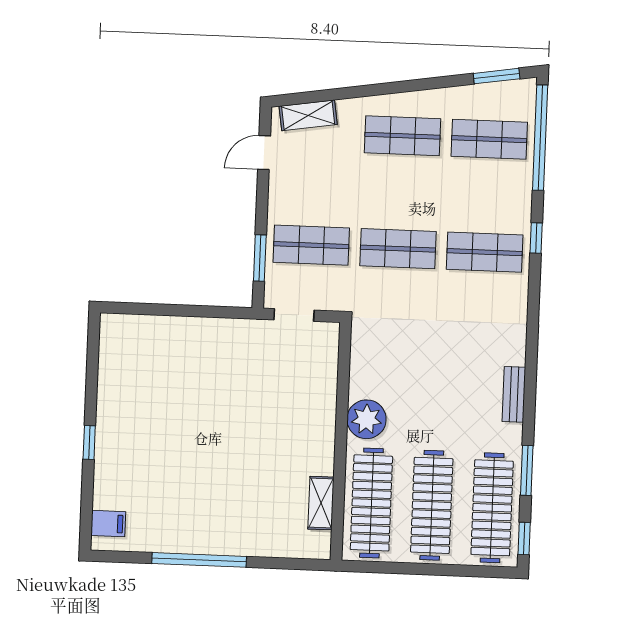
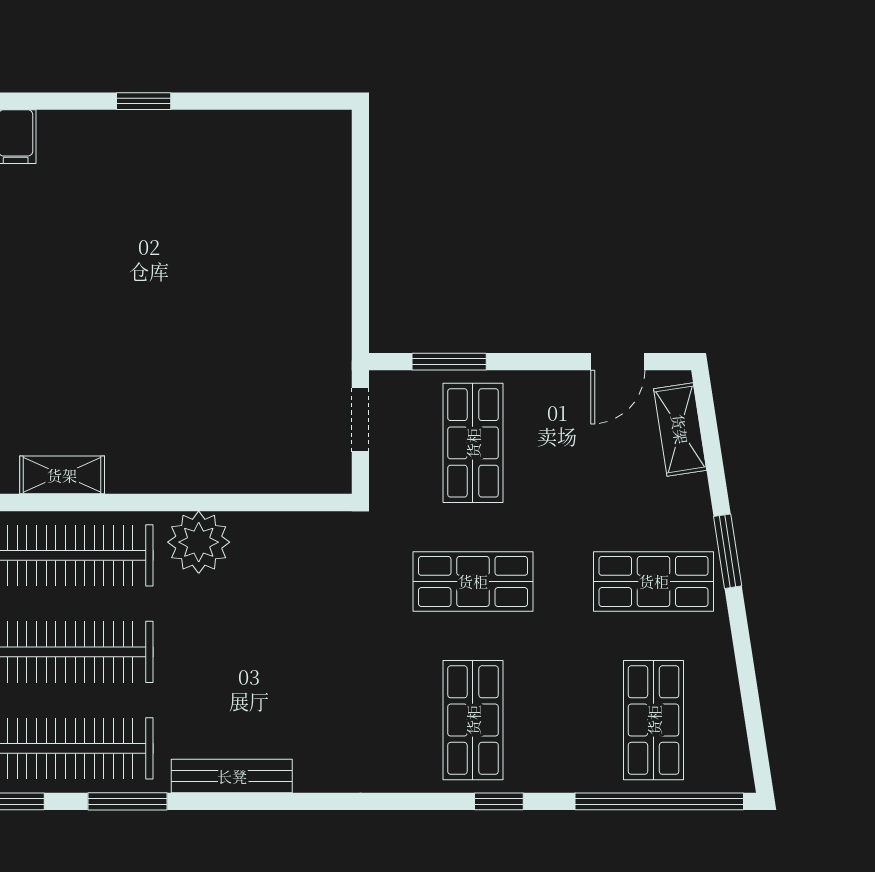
window: (497, 76) -> (728, 551), moved
shop shelf: (402, 136) -> (654, 581), turned 90
door: (264, 153) -> (618, 362), swing flipped
shop shelf: (398, 249) -> (473, 581), turned 90
bench: (514, 394) -> (232, 776), width x1.36

